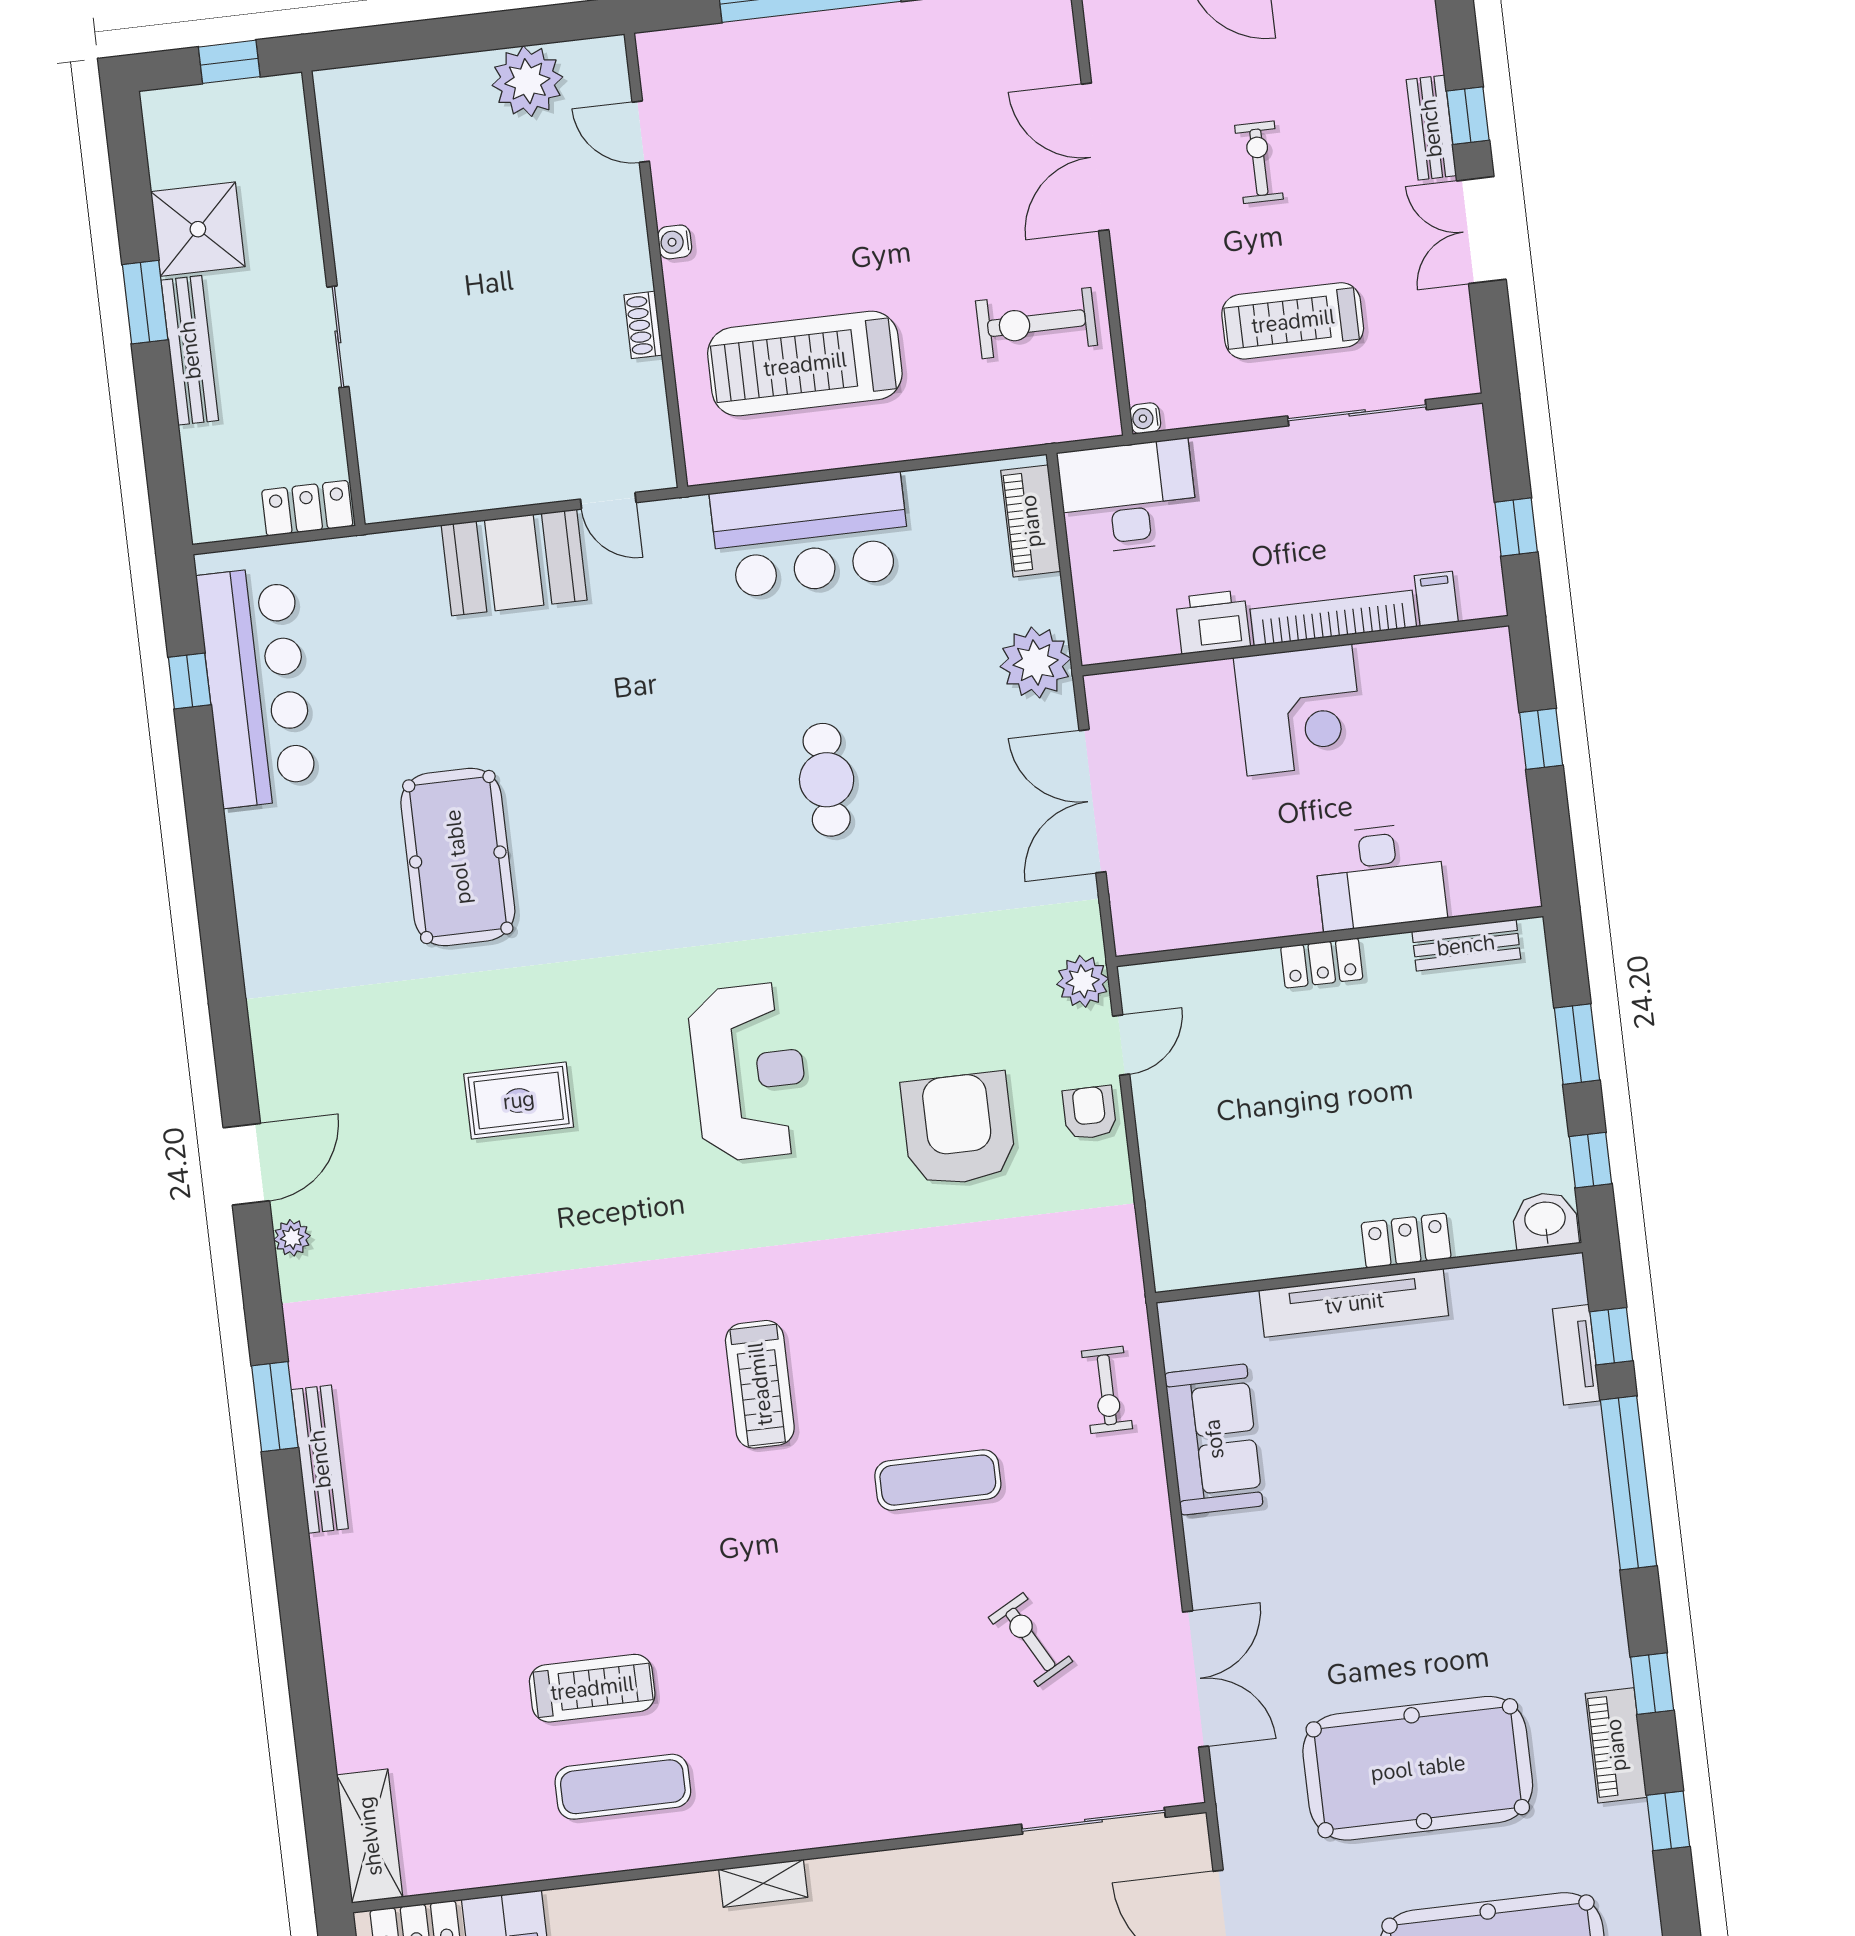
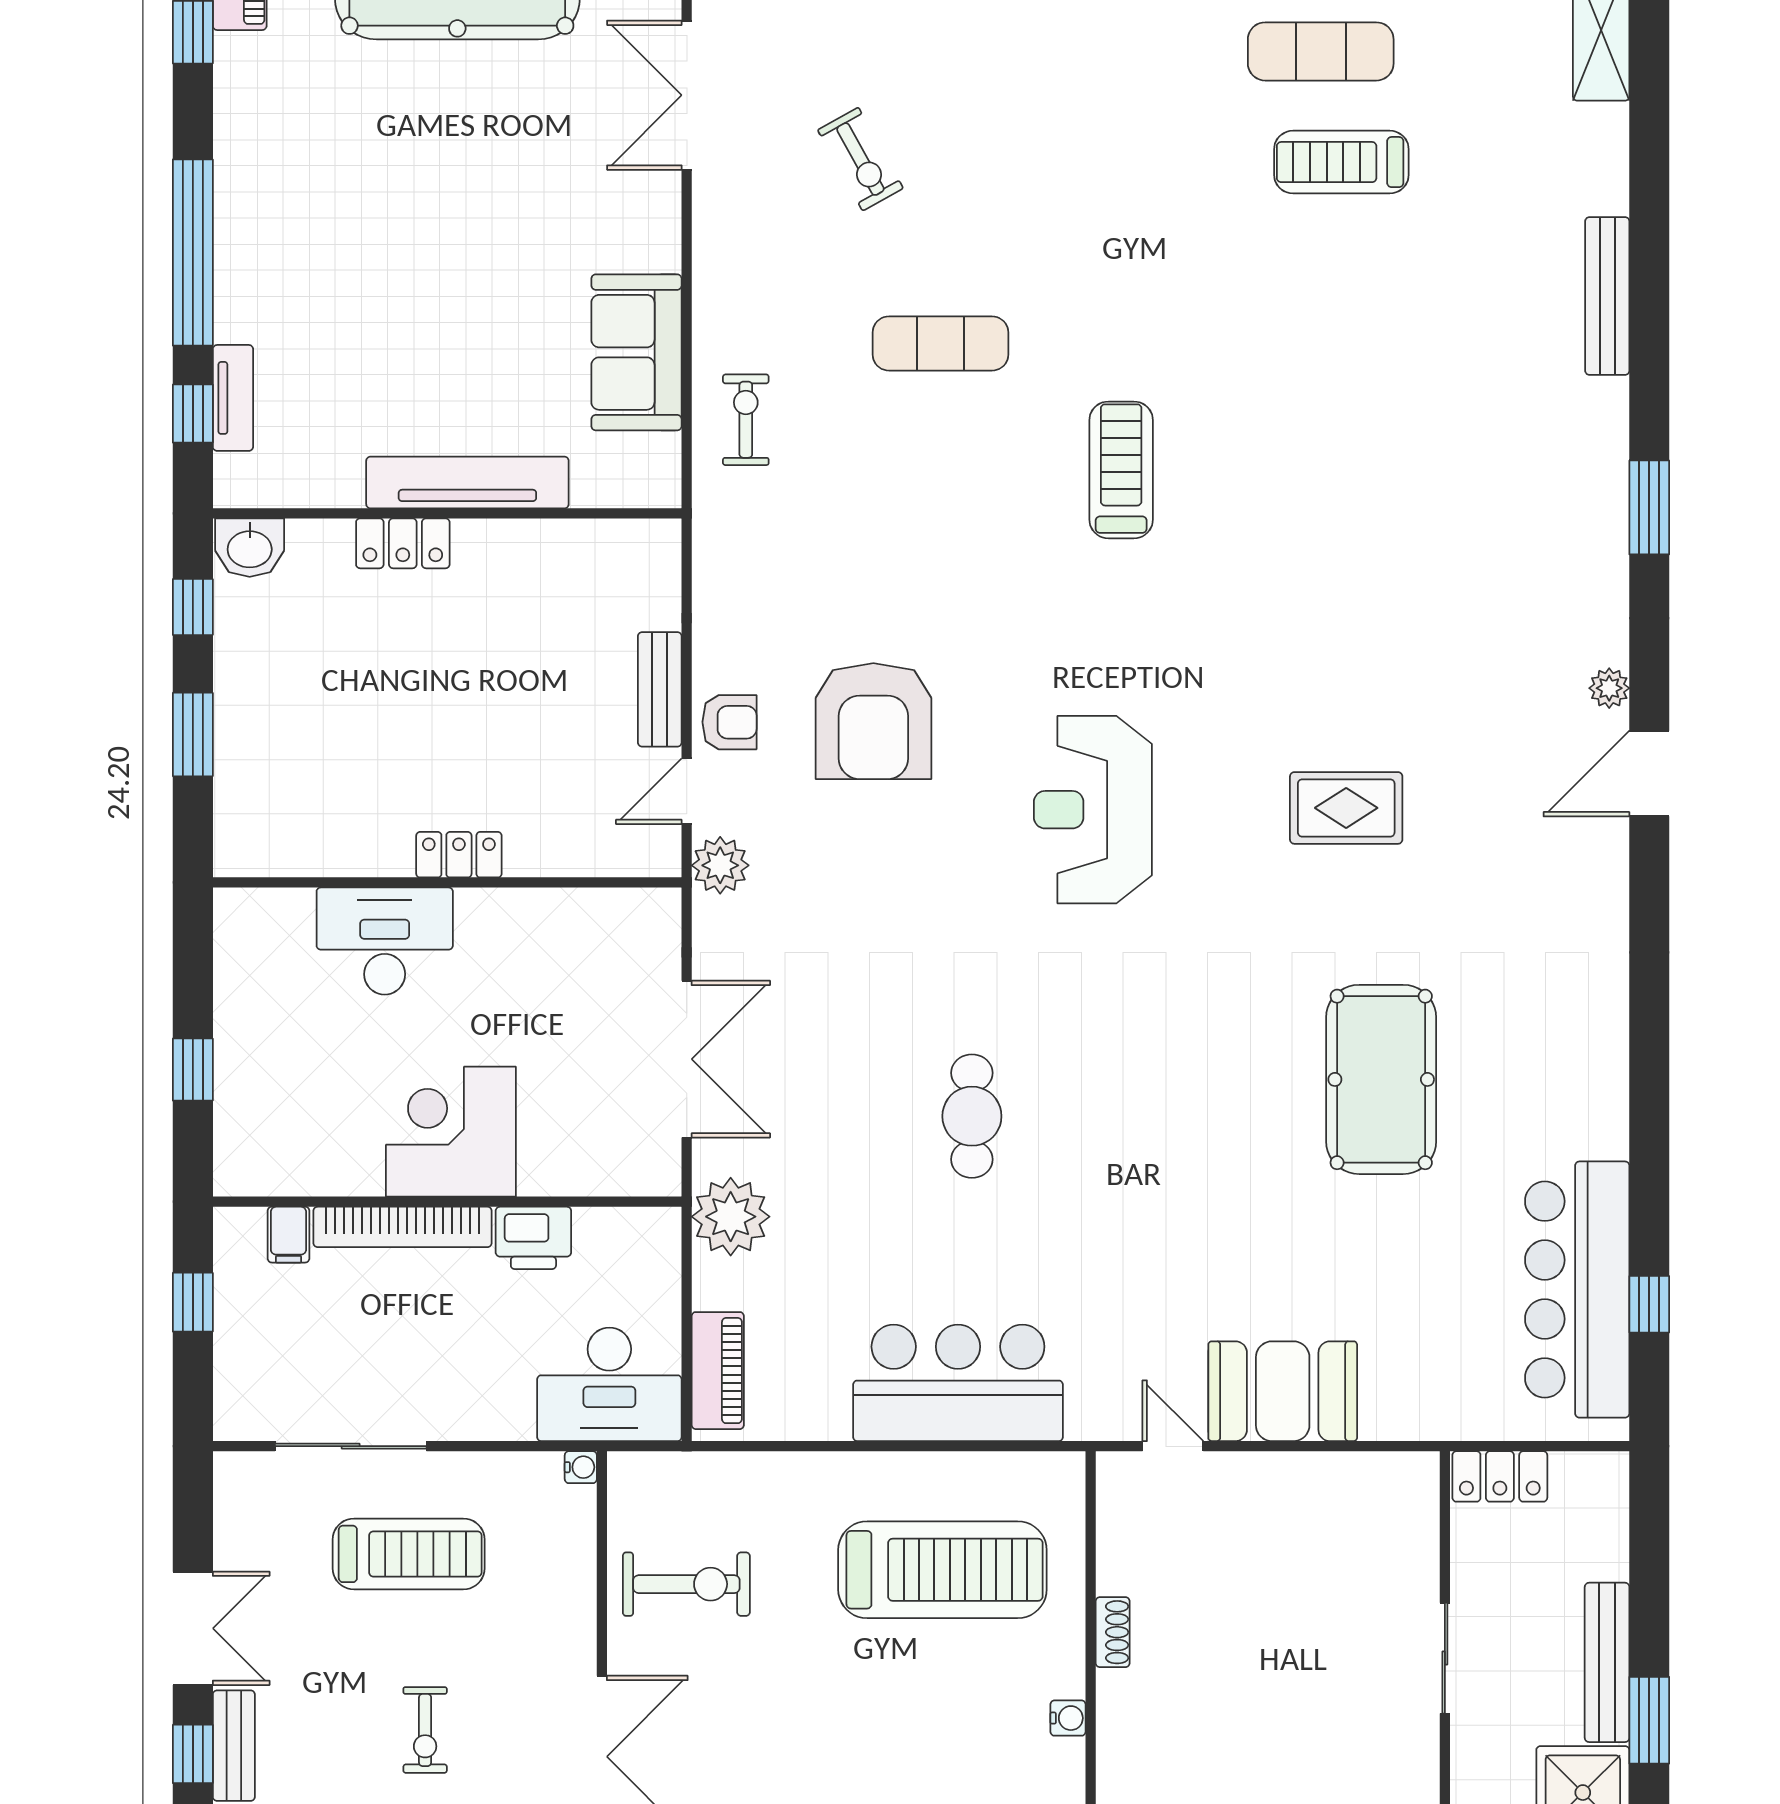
bench: (1466, 945) -> (660, 689), moved, turned 90
armchair: (1090, 1113) -> (729, 722), turned -90
bench: (320, 1459) -> (1607, 296), moved

